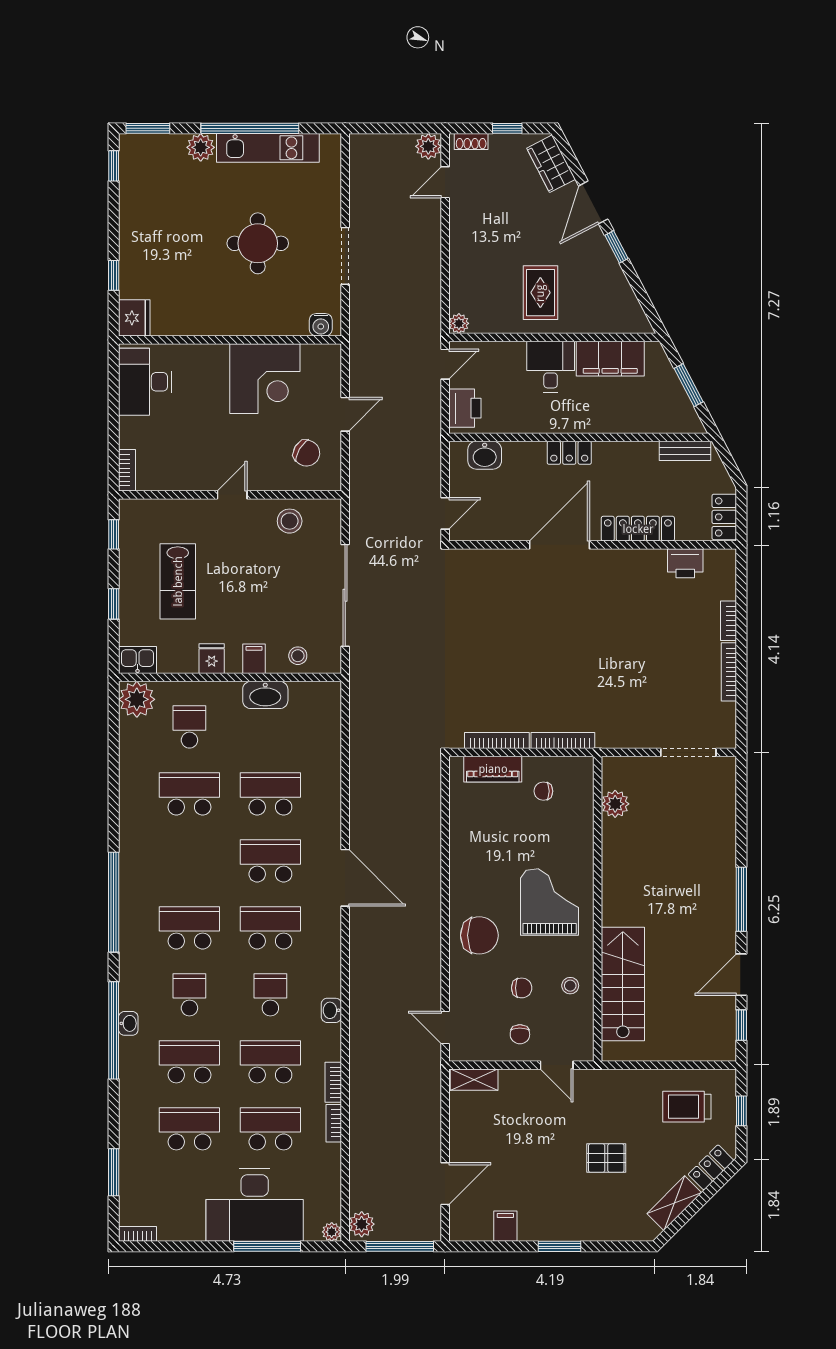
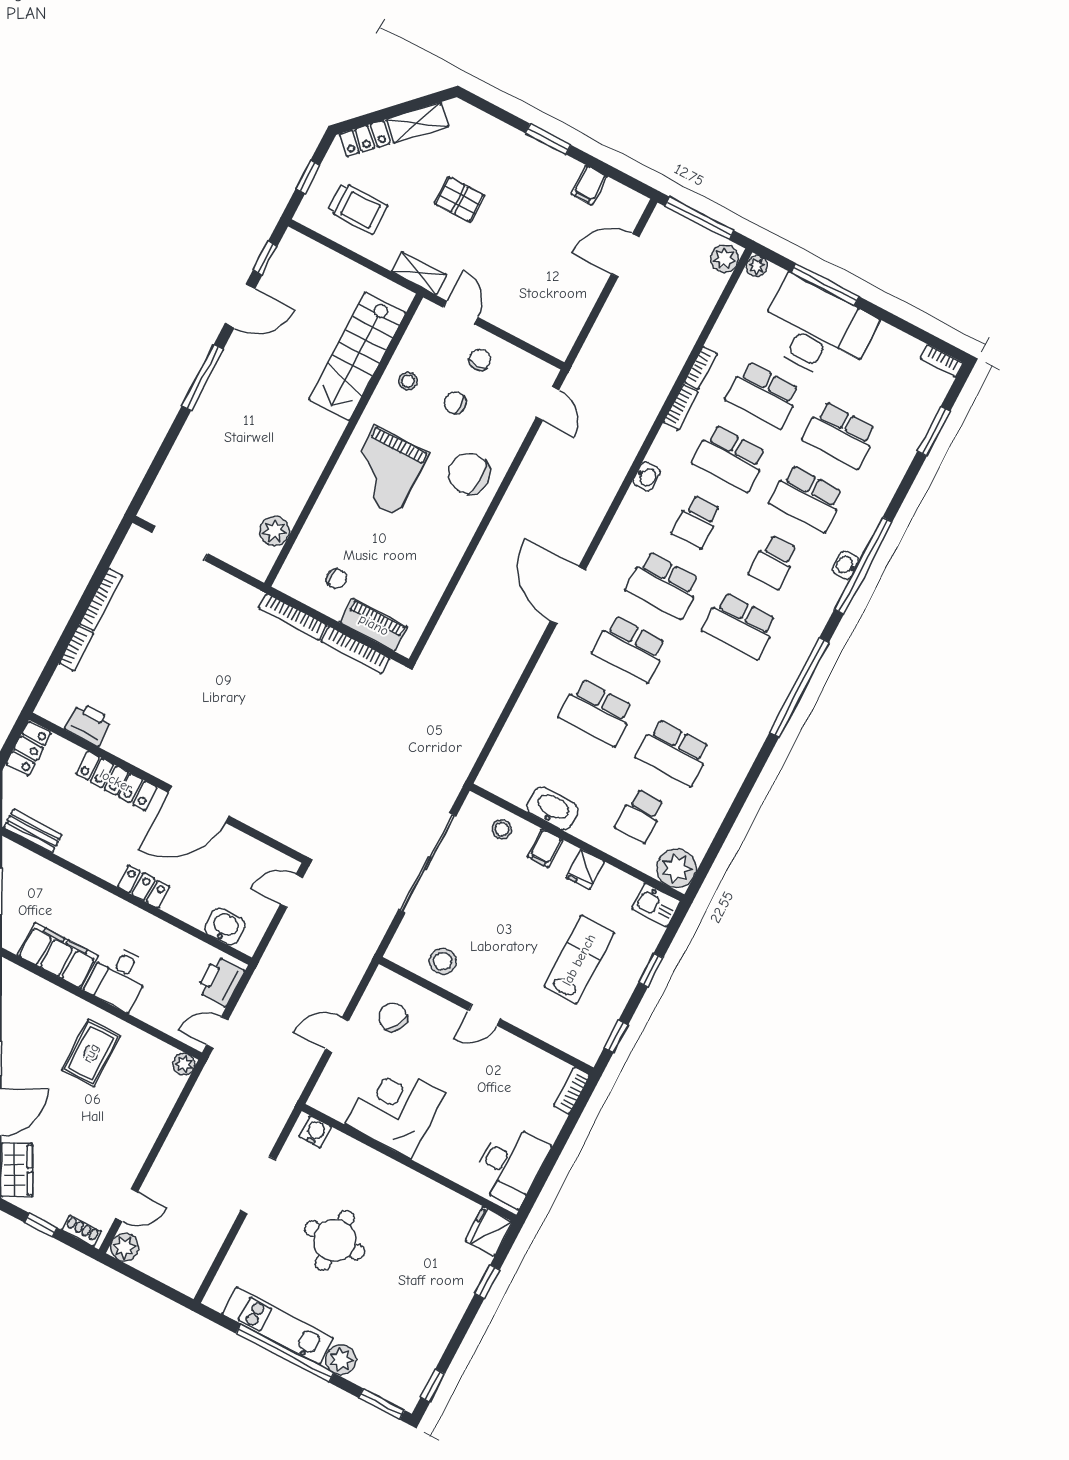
shelving: (474, 1080) -> (419, 273), moved

